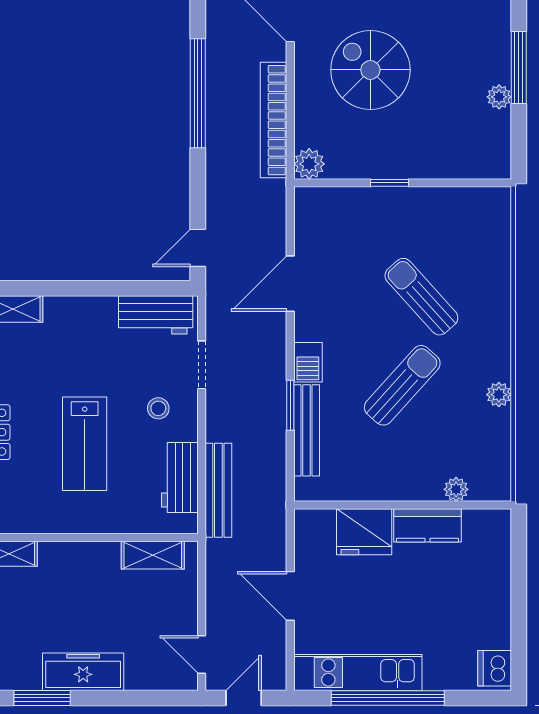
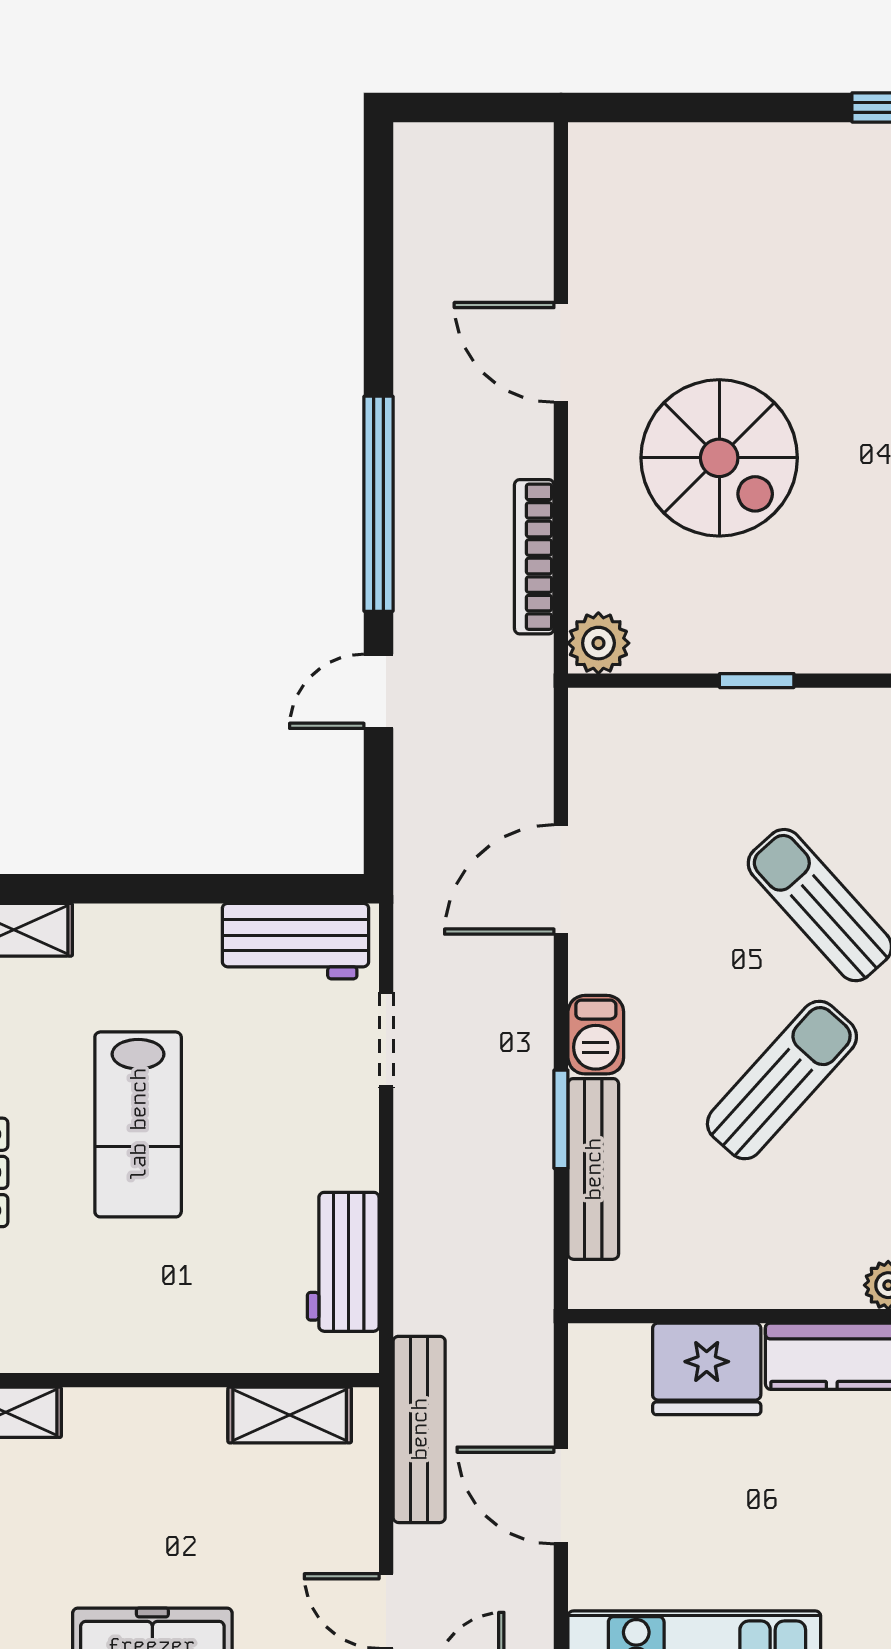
spiral stairs: (370, 70) -> (719, 458), turned 180
bookcase: (274, 120) -> (534, 557), width x0.68, depth x0.76
door: (198, 248) -> (378, 691), moved
stool: (158, 408) -> (301, 1125), removed
lab bench: (85, 444) -> (138, 1124), moved
bench: (218, 490) -> (419, 1429), moved

